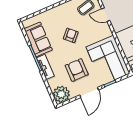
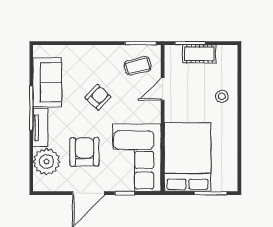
door: (106, 15) -> (163, 89), hinge flipped
plant: (61, 94) -> (46, 162), moved

